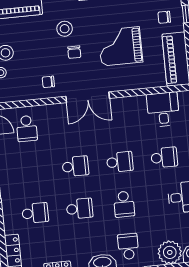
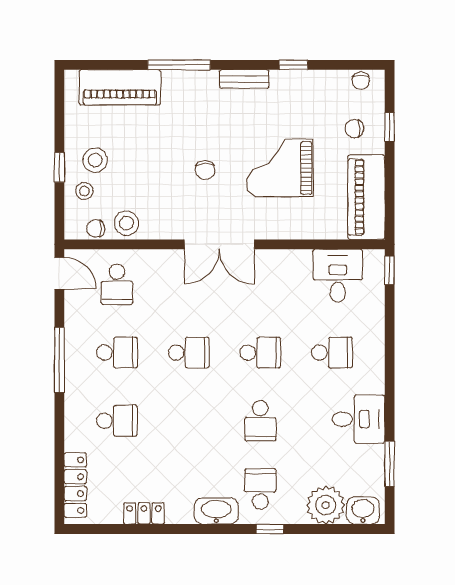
stool: (65, 29) -> (126, 223), moved
chair: (48, 82) -> (96, 228), moved
school desk: (80, 209) -> (117, 353), moved

